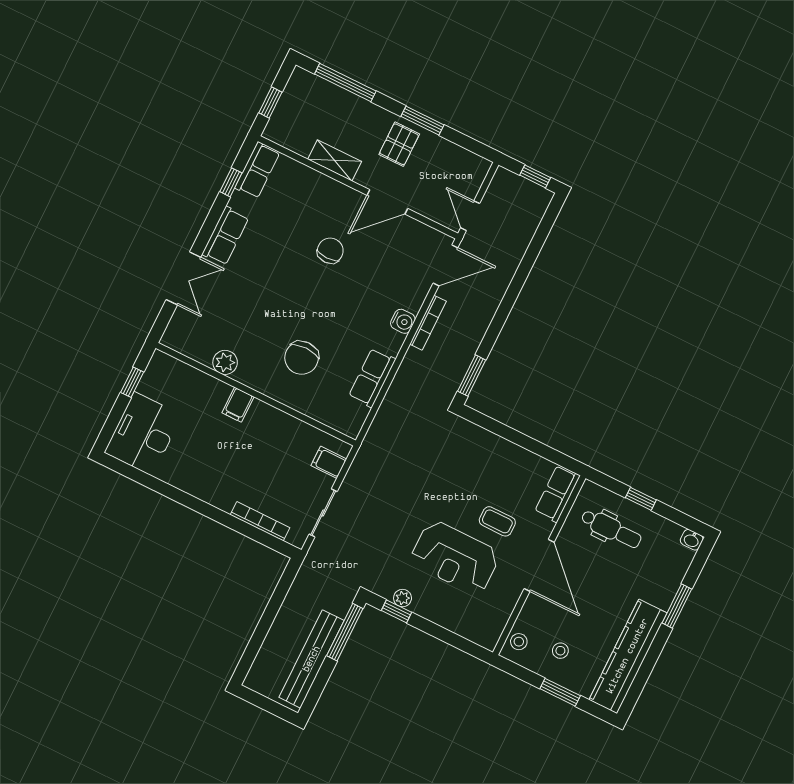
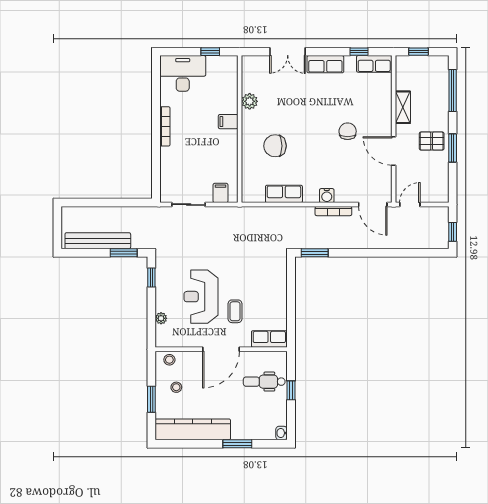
chair: (330, 251) -> (348, 131), turned -90
bookcase: (260, 521) -> (165, 126), moved
dental chair: (611, 529) -> (264, 382), turned 90
plant: (403, 598) -> (161, 318), moved
window: (345, 632) -> (124, 253), width x0.69

